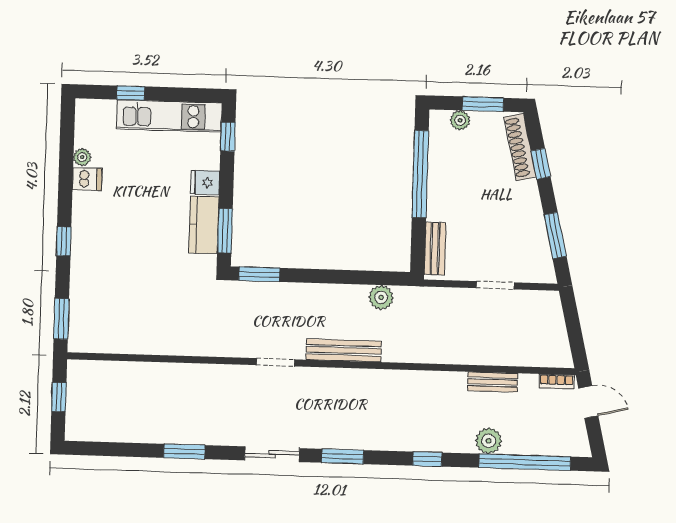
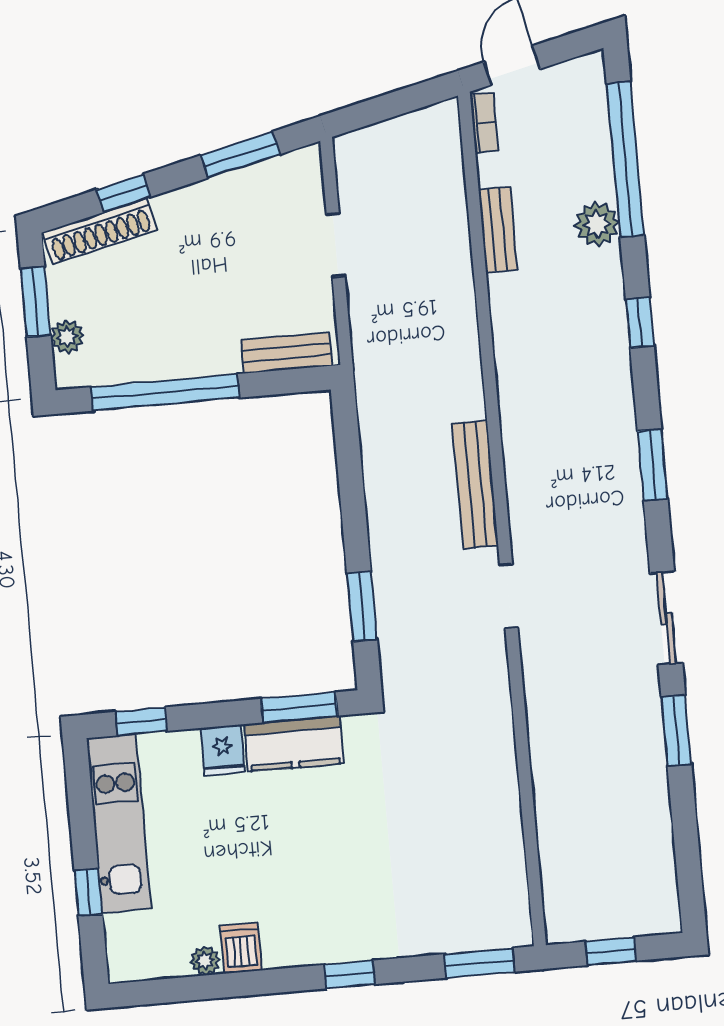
window: (259, 274) -> (362, 606), moved
plant: (381, 297) -> (379, 433), removed
sliding door: (272, 454) -> (666, 618), moved

